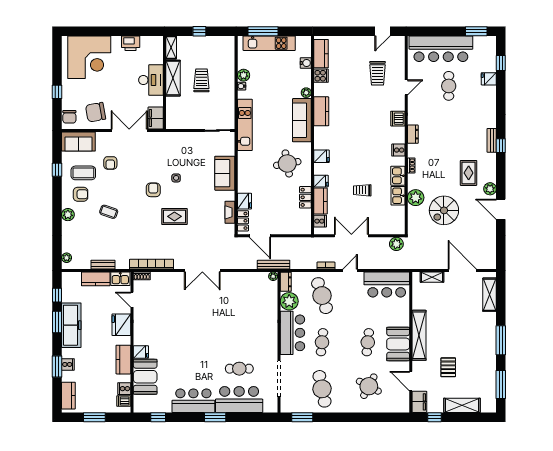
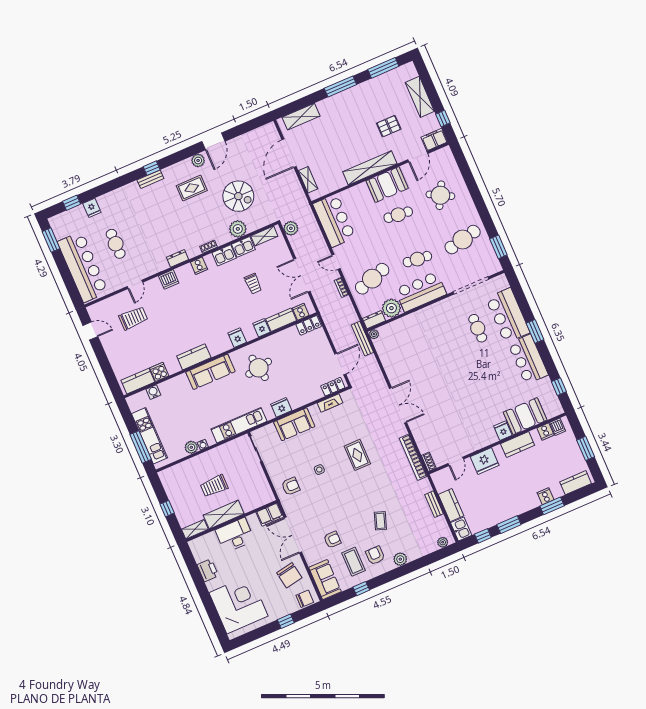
cafe table: (449, 86) -> (116, 244), turned 90
door: (406, 87) -> (135, 284), swing flipped
plant: (306, 93) -> (182, 379), removed
armchair: (153, 190) -> (291, 486), moved, turned 180
locker: (305, 197) -> (309, 325), moved
fridge: (244, 201) -> (281, 407), moved
shelving: (400, 218) -> (264, 236), added
kitchen sink: (120, 279) -> (461, 529), moved
freezer: (71, 325) -> (506, 509), removed

